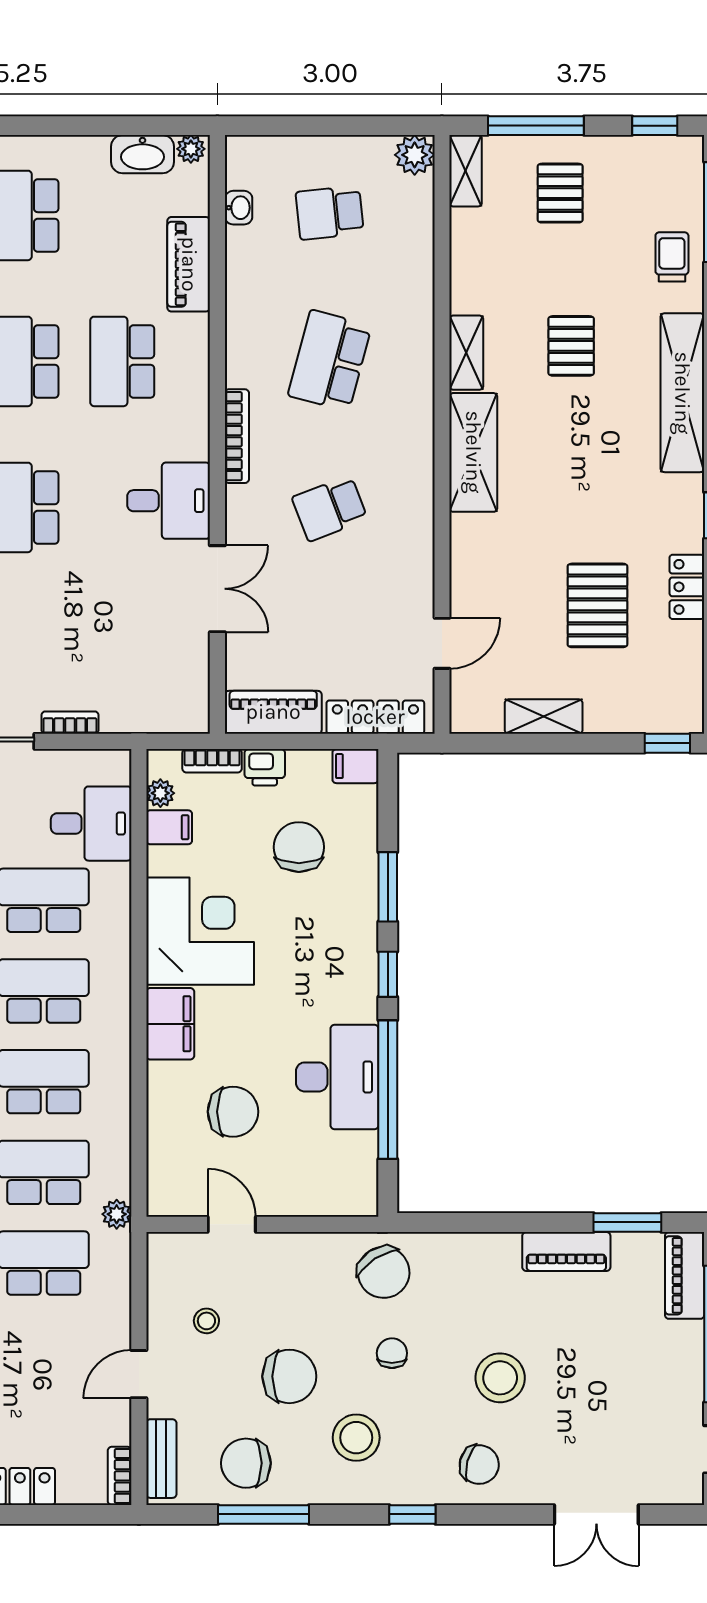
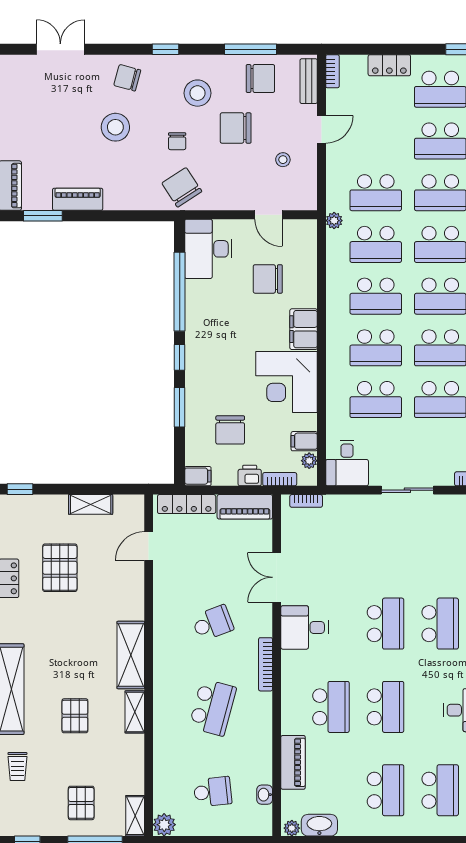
bookcase: (70, 723) -> (306, 501), moved
desk: (91, 824) -> (347, 463), moved, turned -90
desk: (337, 1077) -> (208, 249), moved

